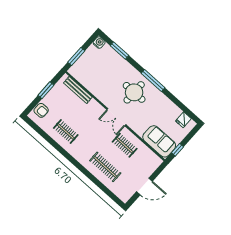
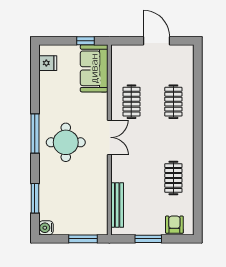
clothes rail: (105, 167) -> (173, 102), width x0.73

